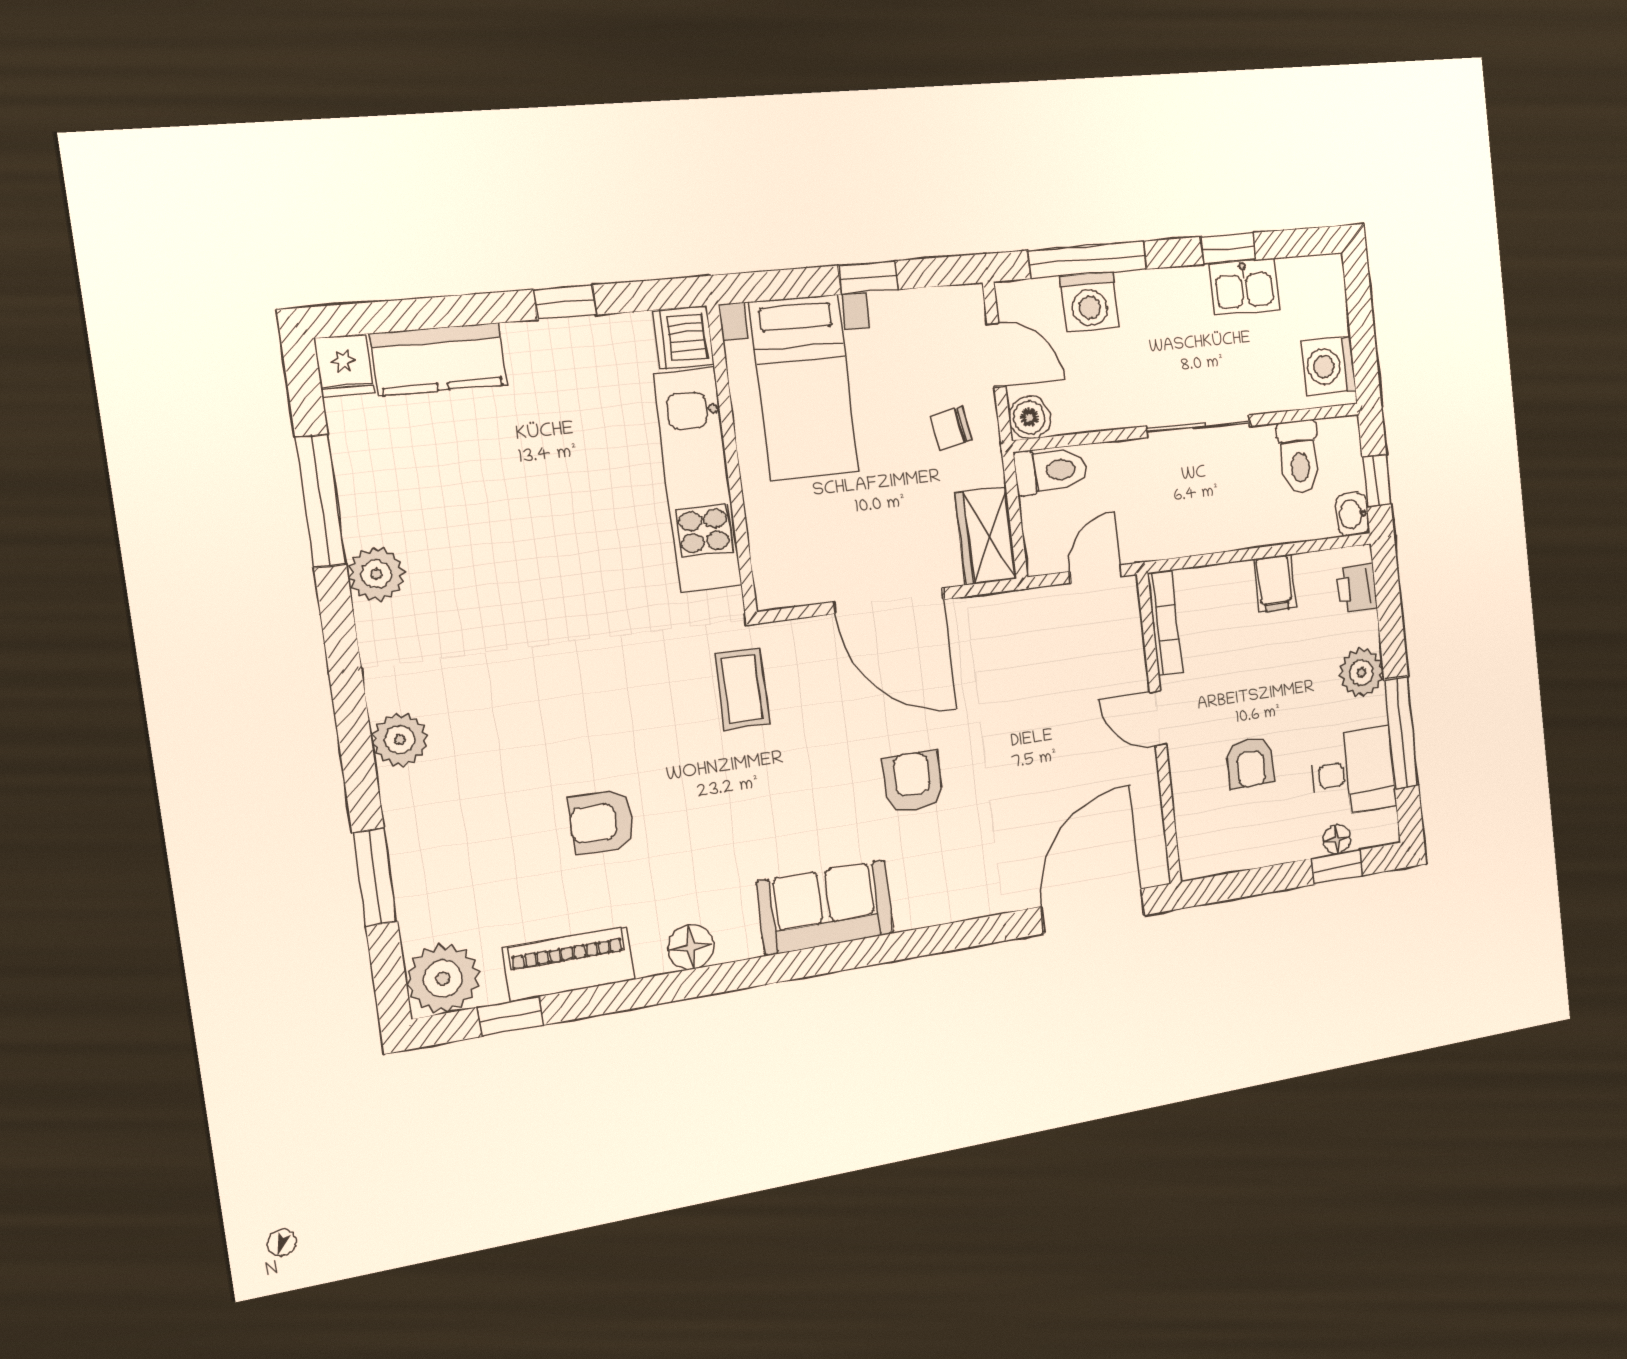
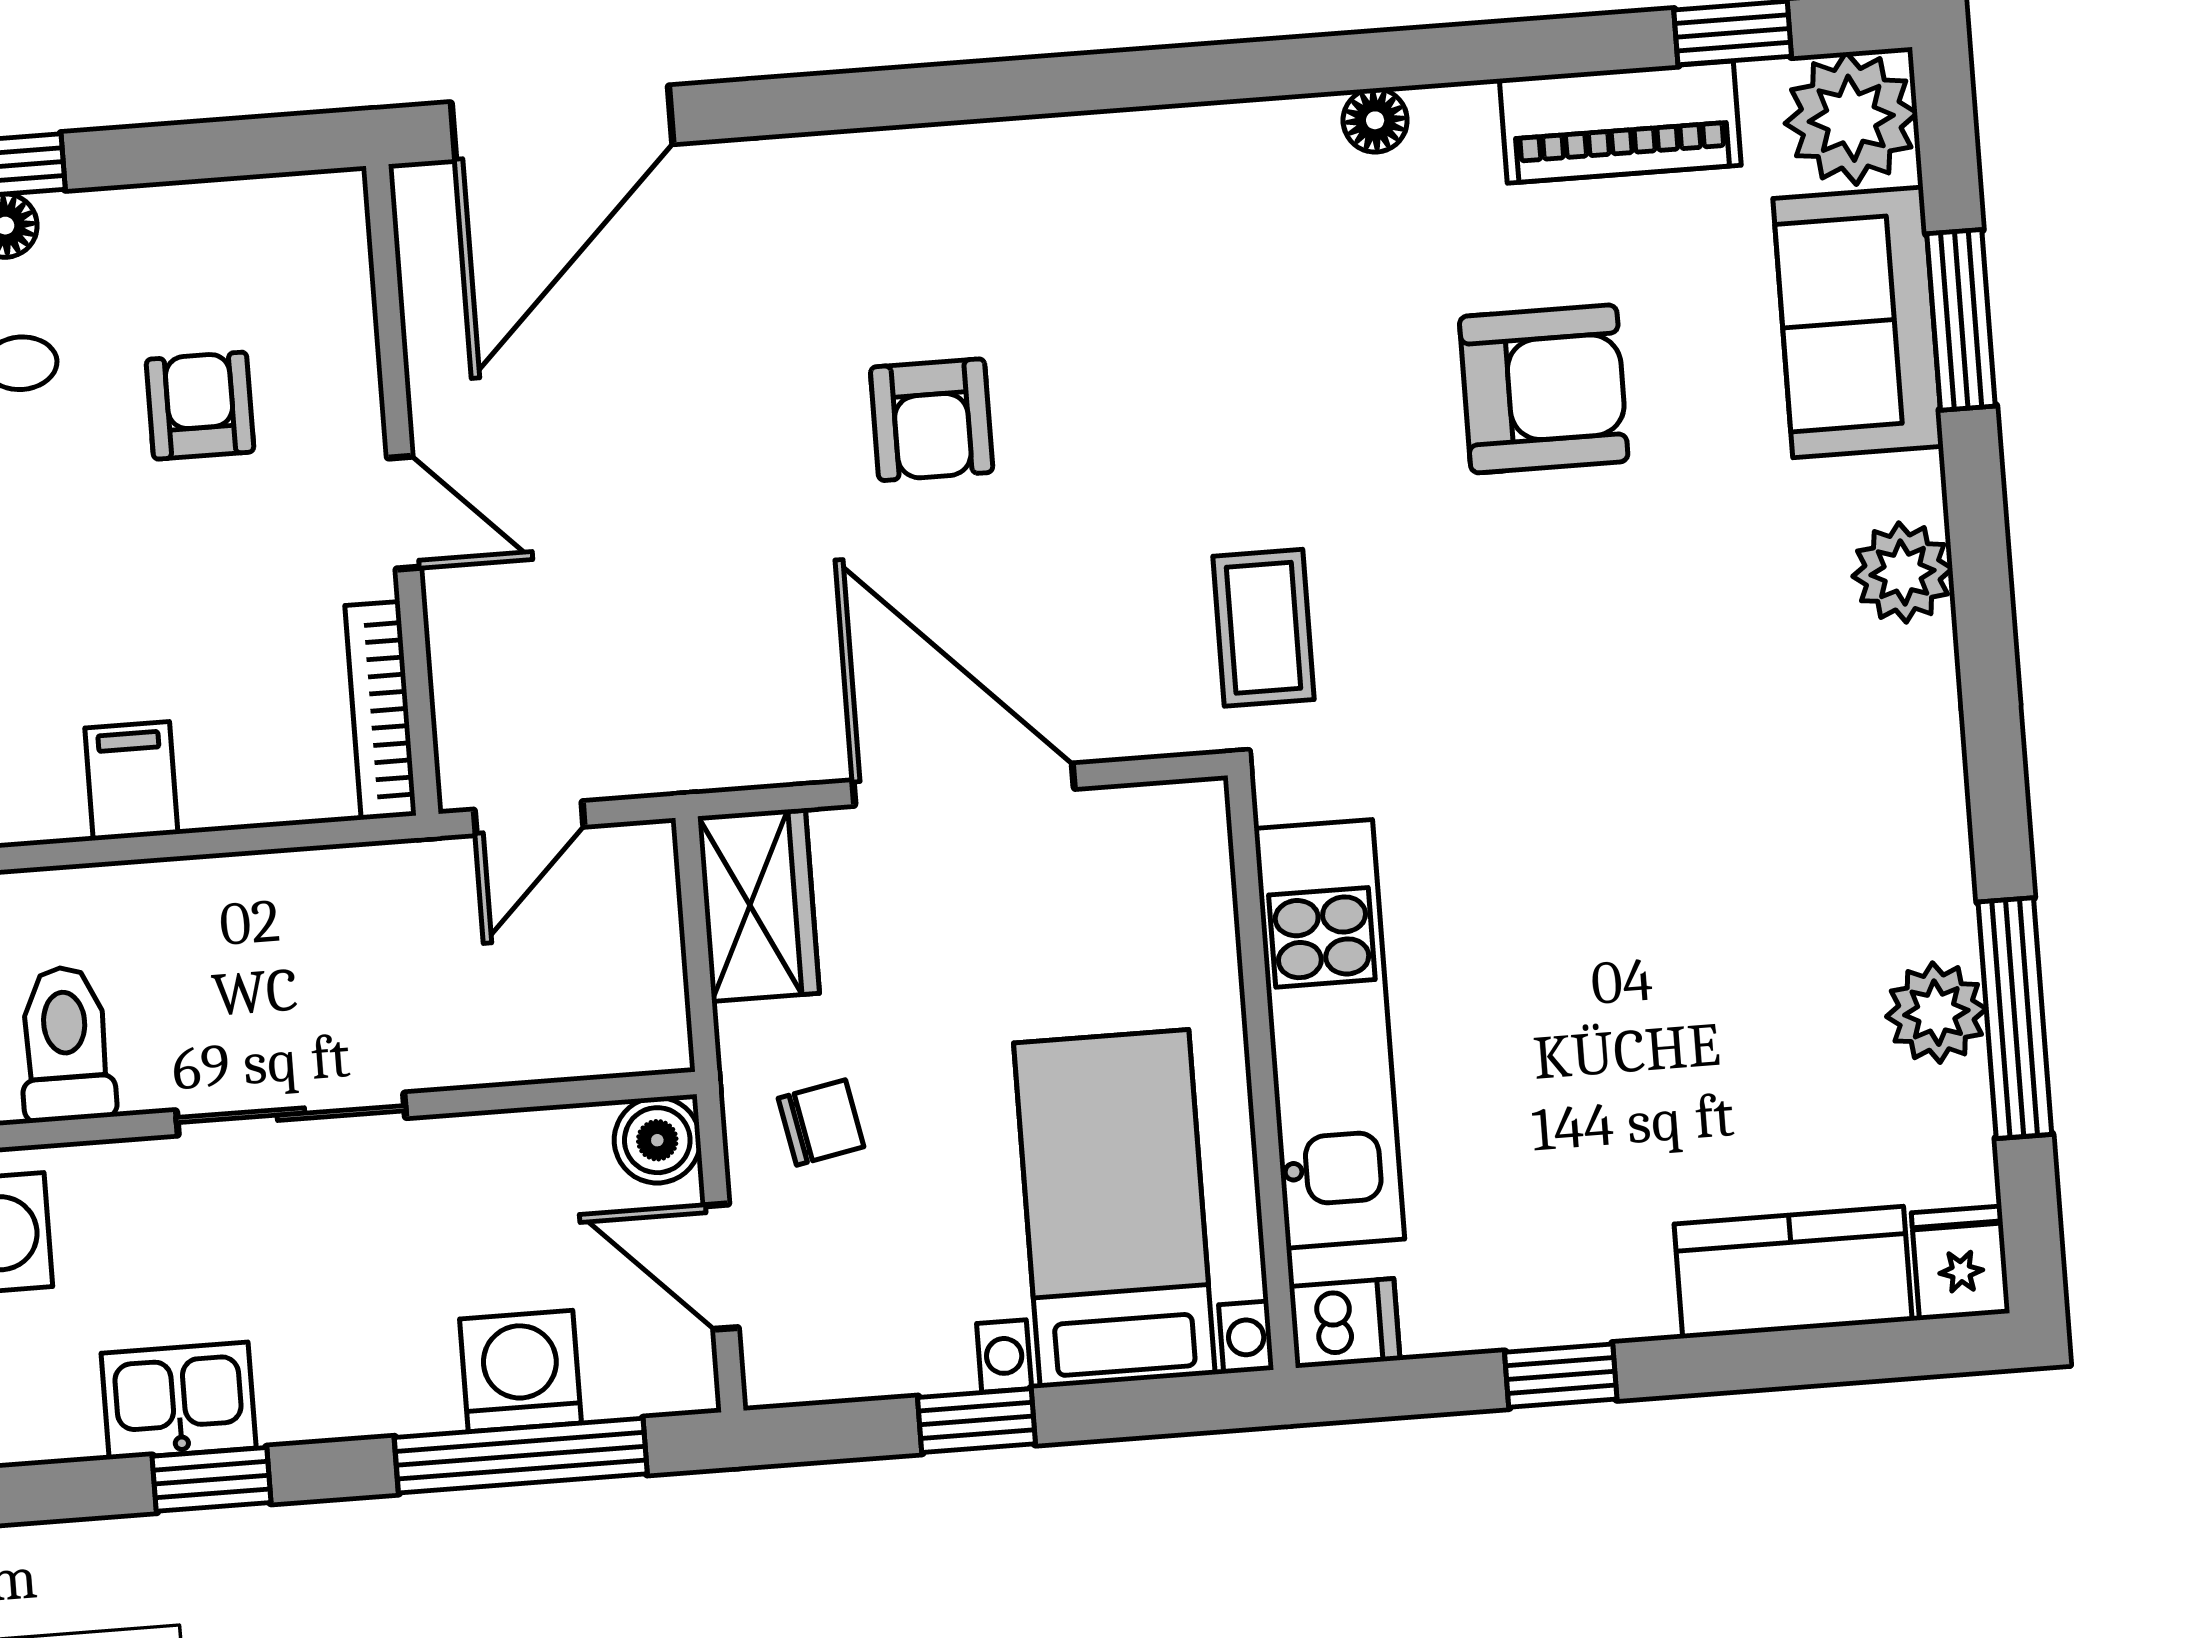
dishwasher: (683, 337) -> (1345, 1323), width x0.73
toilet: (1051, 471) -> (616, 1032), removed
plant: (376, 574) -> (1936, 1013), moved
armchair: (602, 822) -> (1544, 389), width x1.38, depth x1.38
sofa: (825, 908) -> (1858, 322), moved, turned 90
floor lamp: (691, 947) -> (1375, 120), width x0.73, depth x0.73

